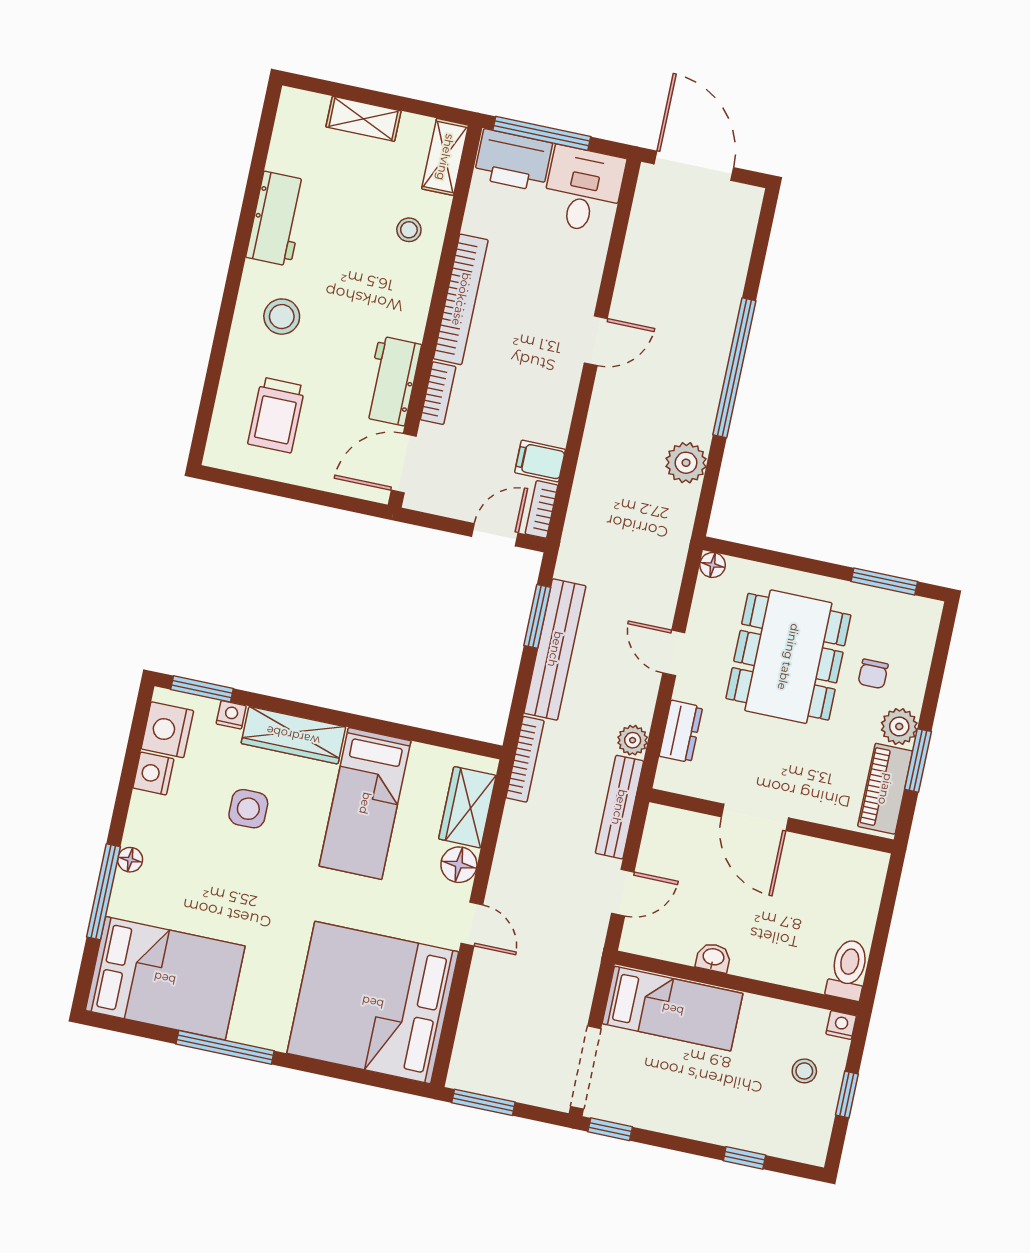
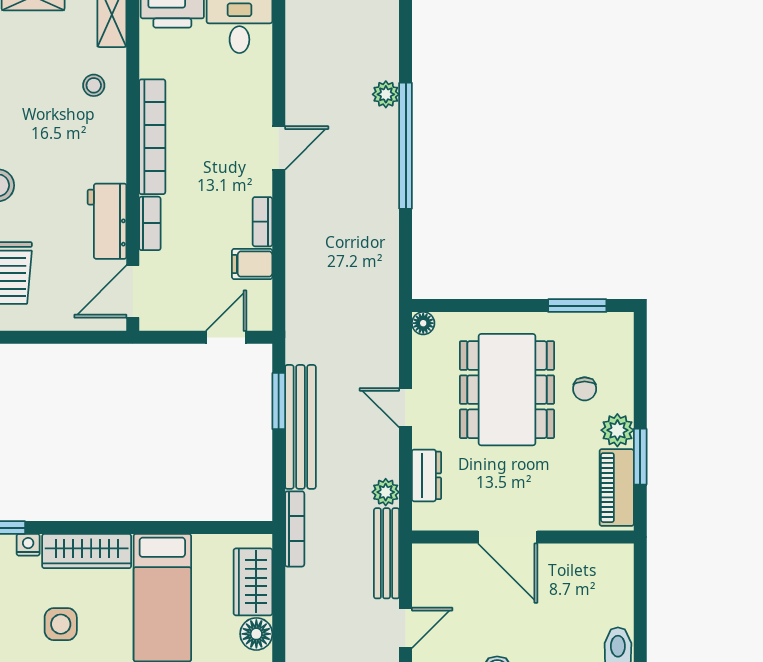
plant: (686, 463) -> (386, 94), moved, width x0.73, depth x0.73
bookcase: (542, 509) -> (263, 222), moved

